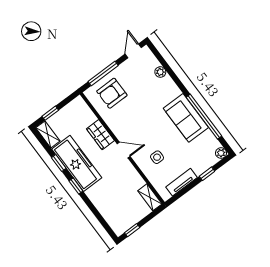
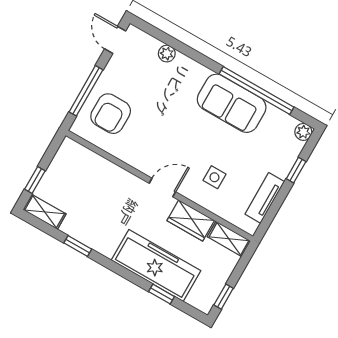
wardrobe: (100, 135) -> (191, 220), moved
freezer: (77, 163) -> (156, 265), moved
window: (76, 186) -> (162, 294), moved

